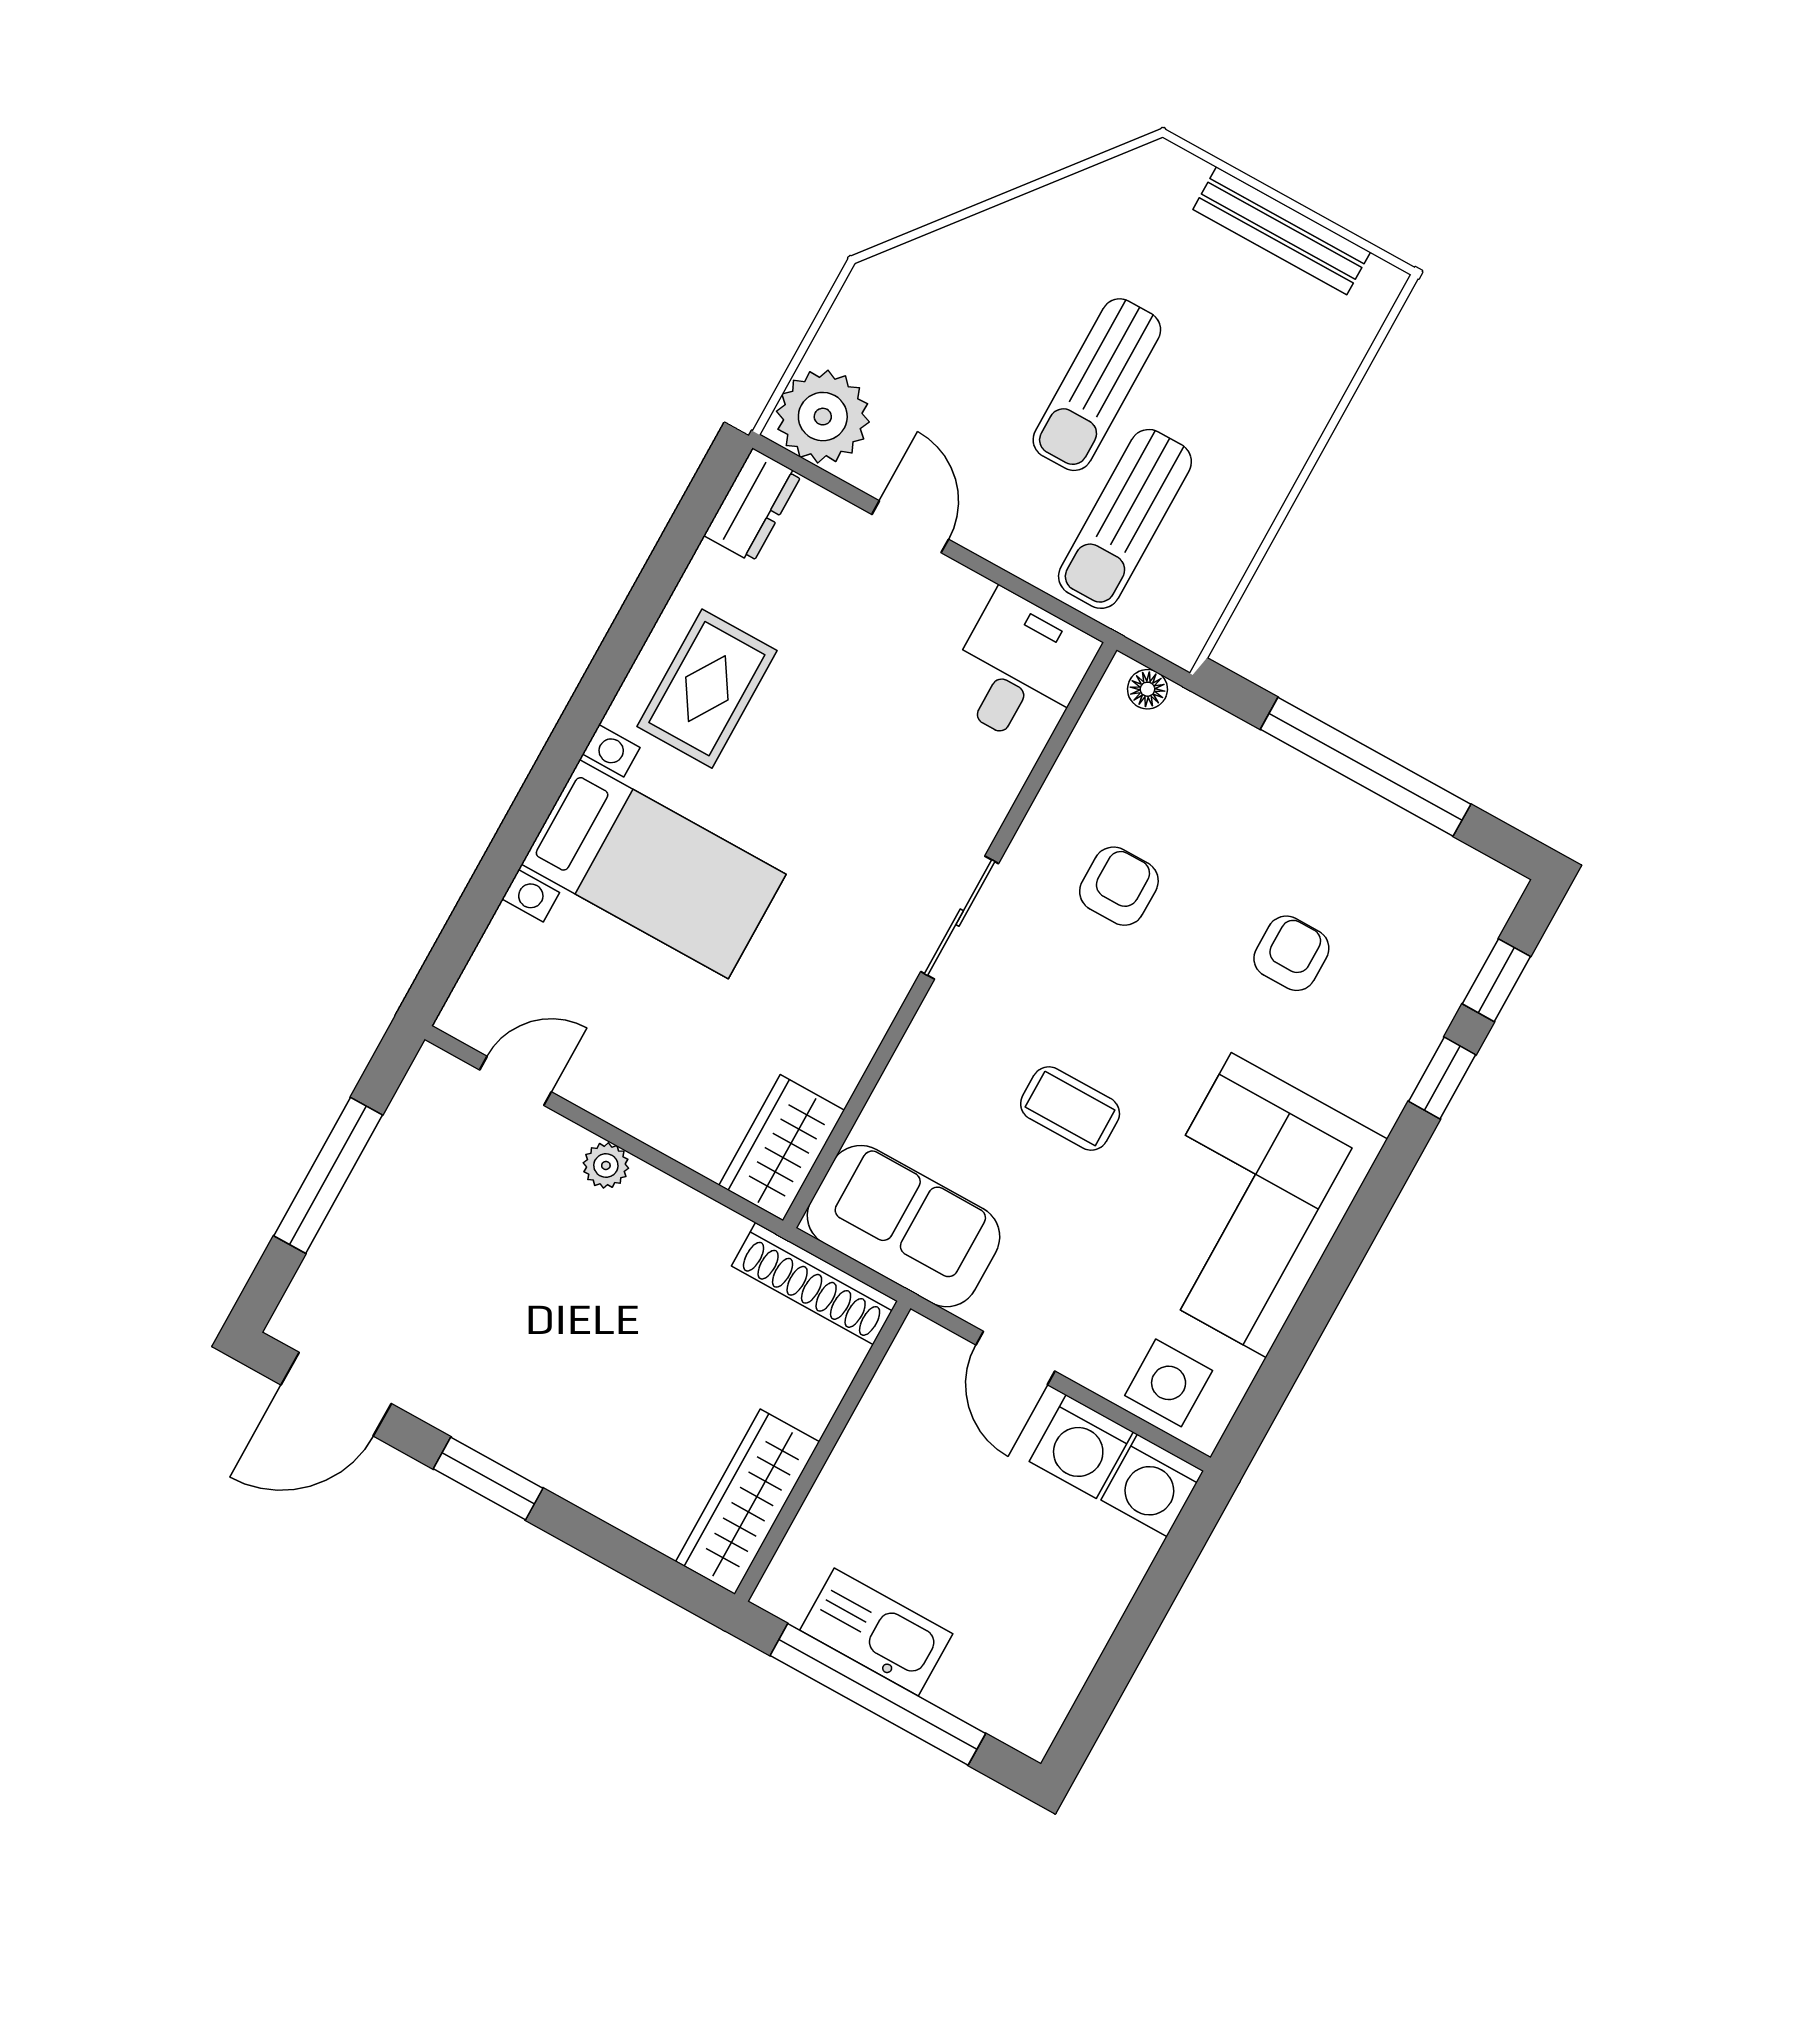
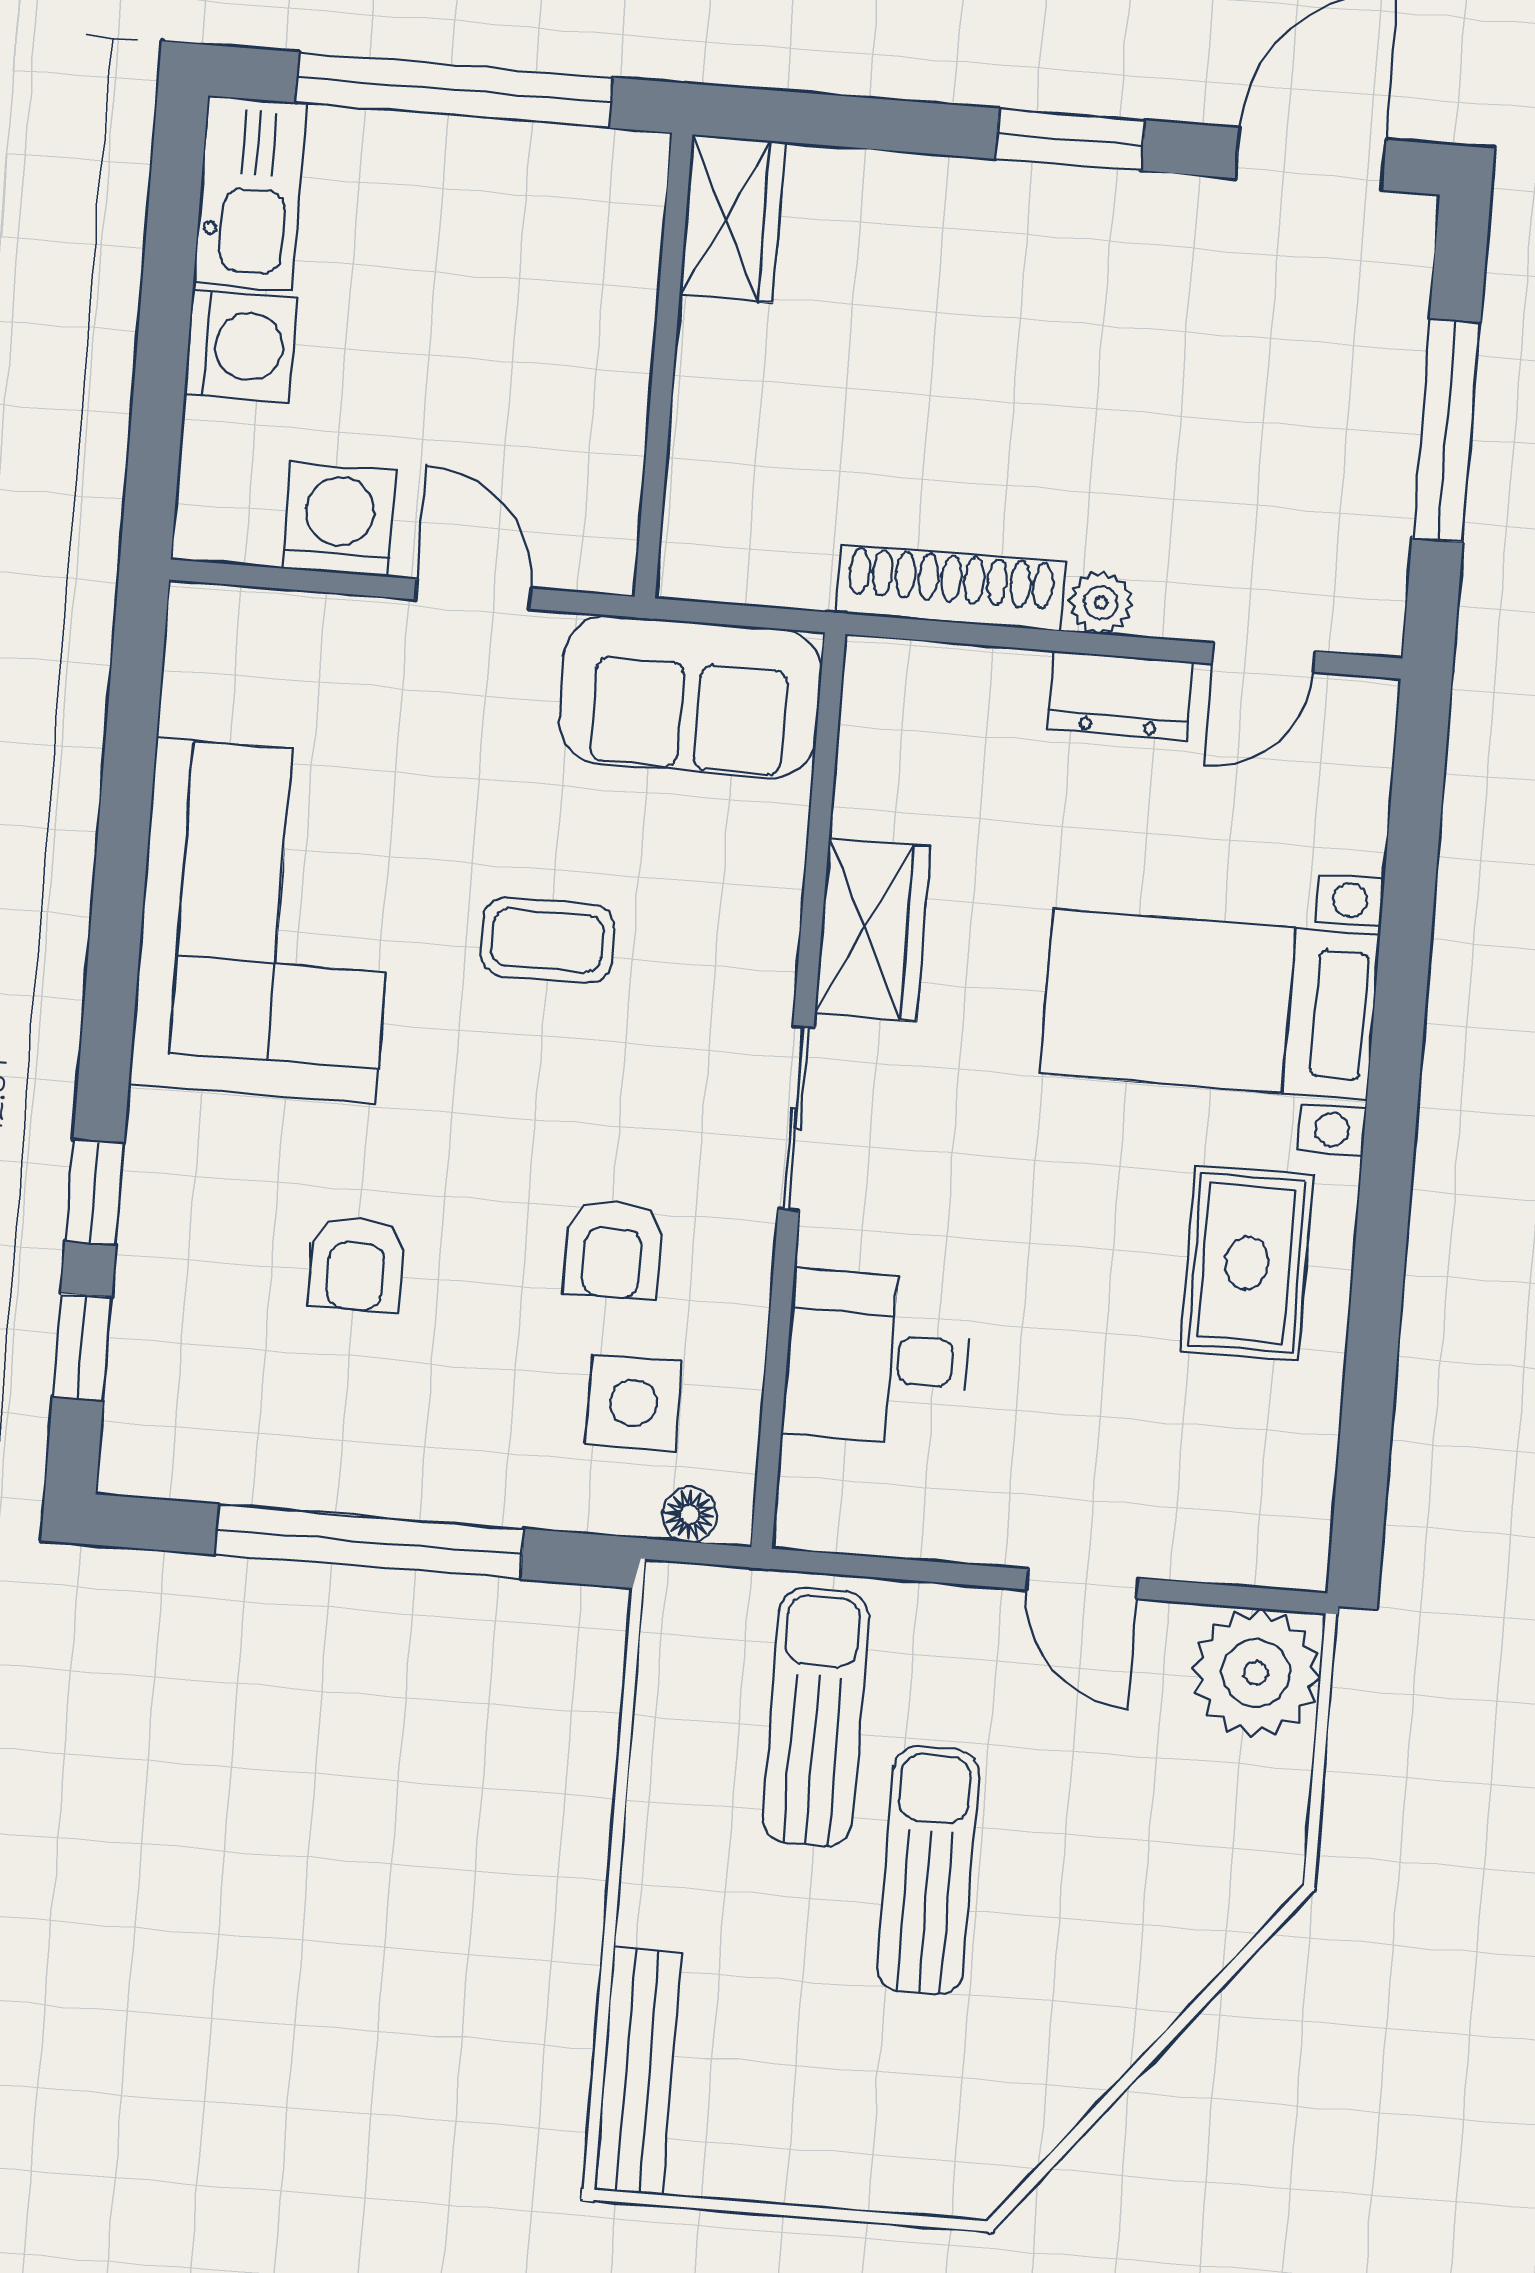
bench: (1282, 231) -> (638, 2071), moved, turned 90
dresser: (753, 505) -> (1120, 695), moved, turned -90
desk: (1020, 670) -> (877, 1358), moved, turned 90
wardrobe: (782, 1148) -> (872, 930), moved
shoe rack: (814, 1284) -> (951, 587), moved
side table: (1169, 1383) -> (633, 1403), moved
washing machine: (1152, 1485) -> (241, 346), moved, turned 90
wardrobe: (748, 1502) -> (732, 219), width x0.67
kitchen sink: (876, 1632) -> (250, 193), moved, turned -90

